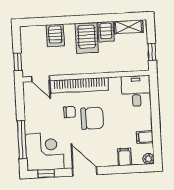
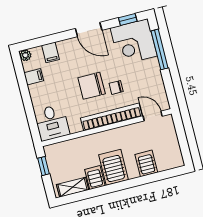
window: (18, 62) -> (180, 129), removed

